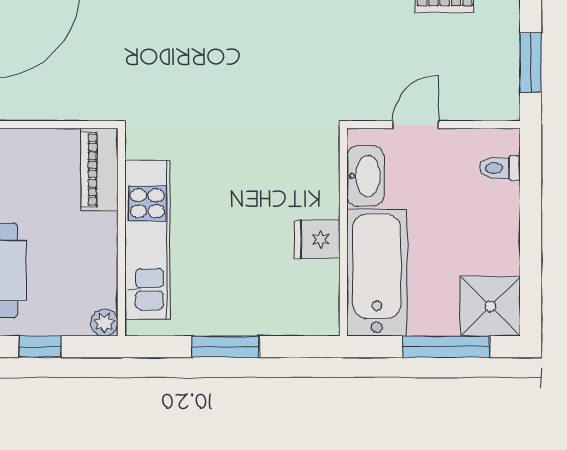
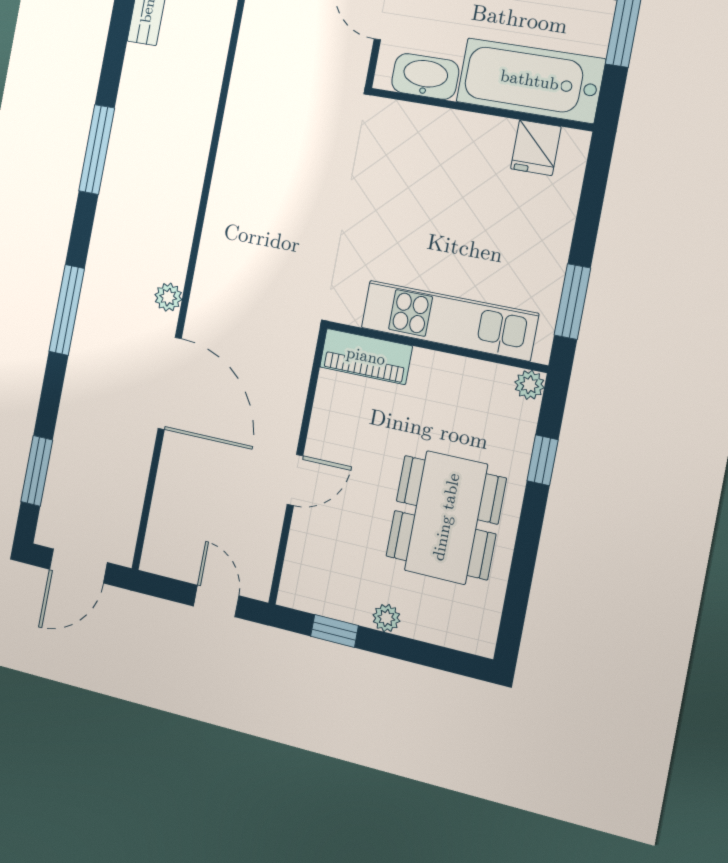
fridge: (317, 239) -> (536, 148), moved
window: (225, 347) -> (572, 302), moved

